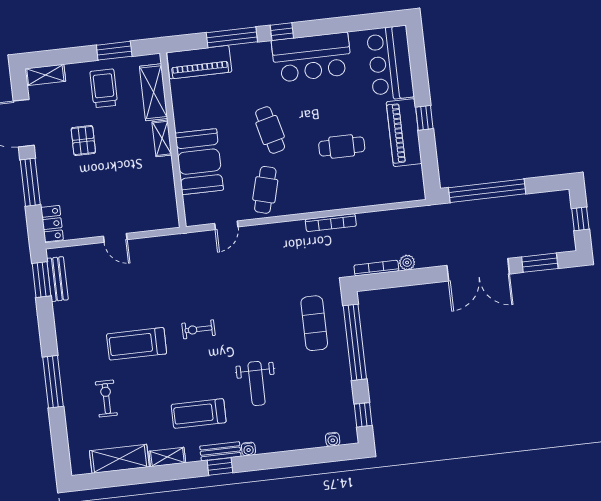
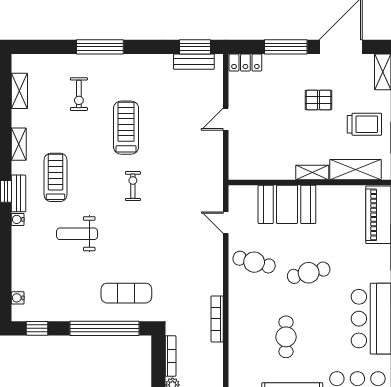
exercise bike: (106, 399) -> (79, 94), turned 90
shelving: (119, 459) -> (19, 91), width x0.67, depth x0.75

